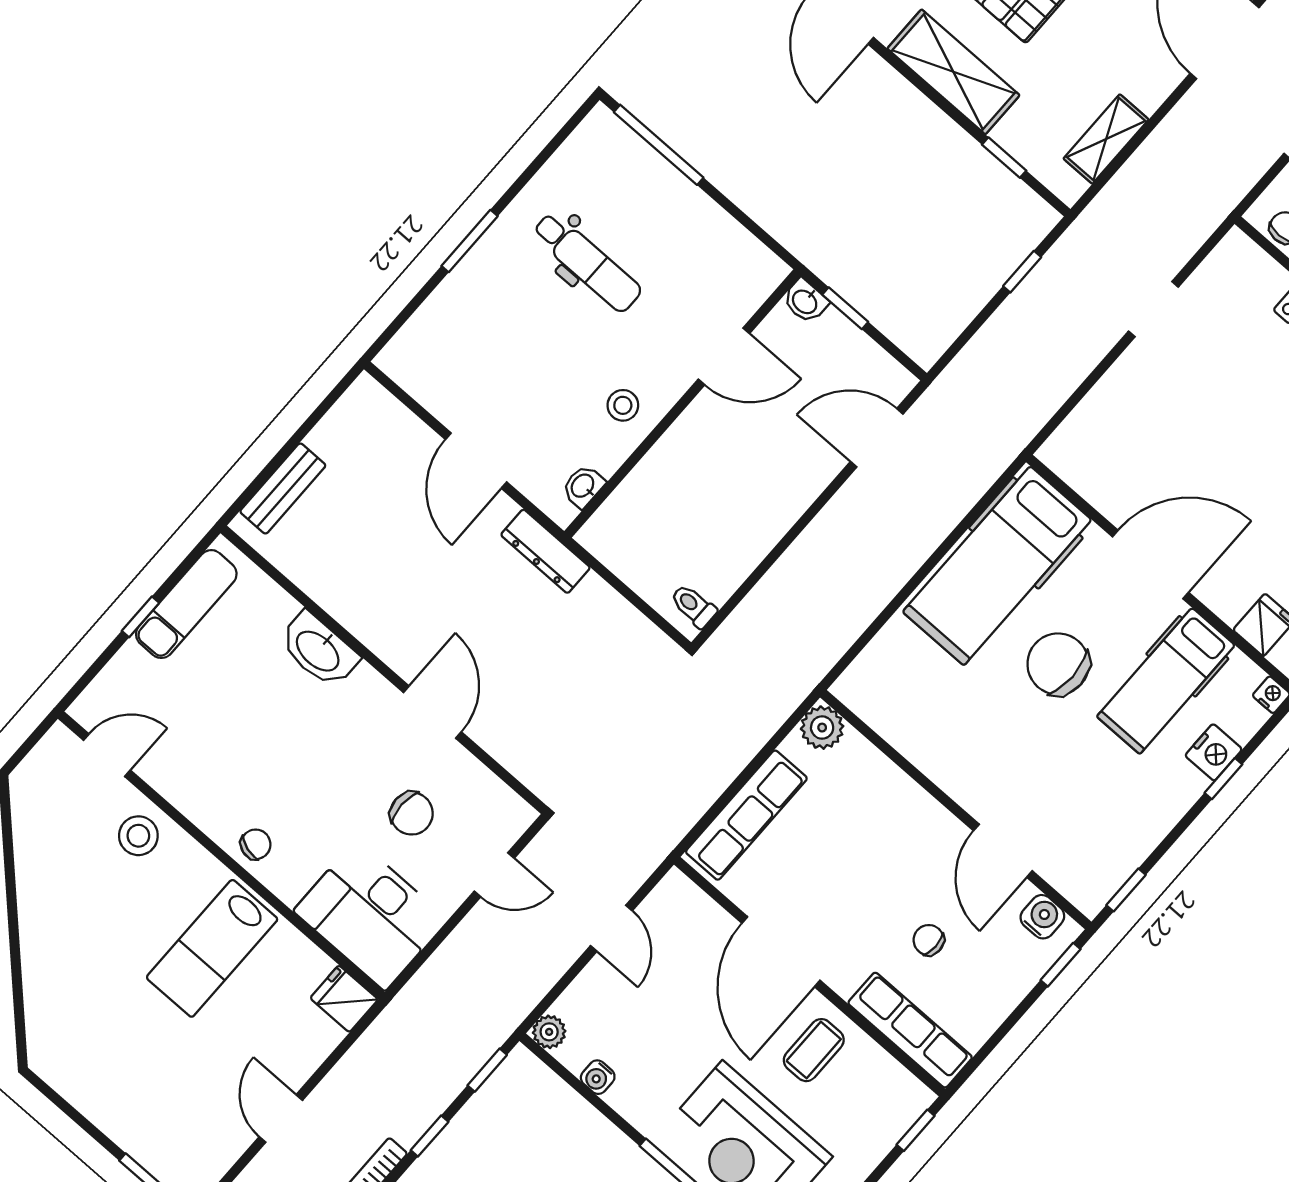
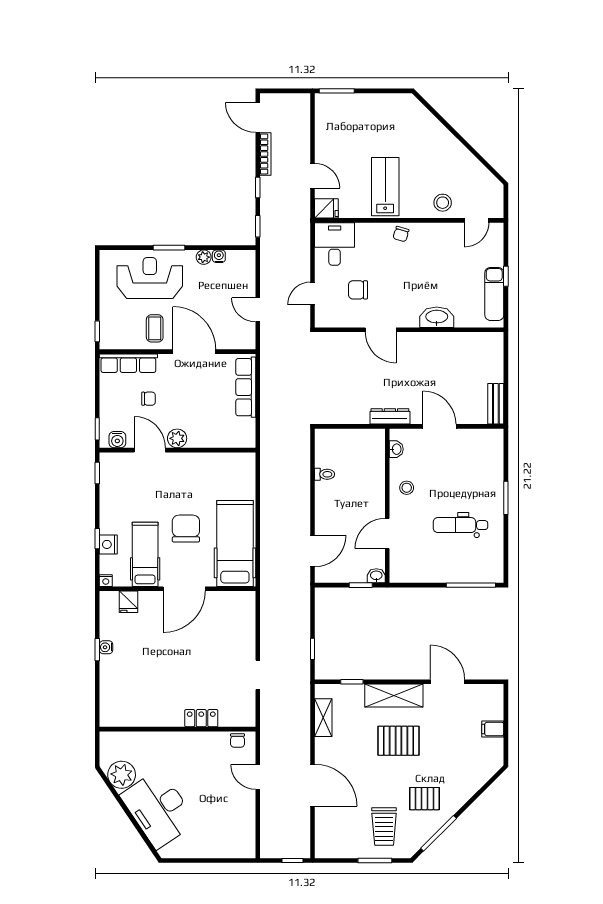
bench: (283, 488) -> (496, 404), moved
toilet: (693, 606) -> (325, 474), moved
chair: (1058, 664) -> (186, 529), turned -90
plant: (822, 728) -> (177, 438), moved
desk: (370, 915) -> (335, 244), width x0.73
plant: (549, 1032) -> (204, 257), moved
door: (281, 1118) -> (312, 176), moved

